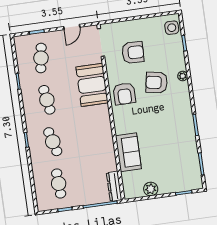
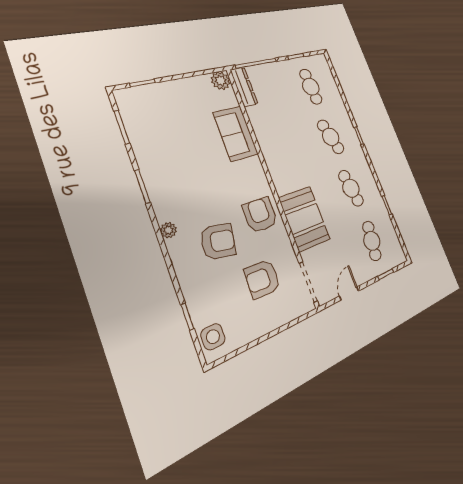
plant: (183, 76) -> (168, 230), moved
plant: (151, 189) -> (221, 81), moved

